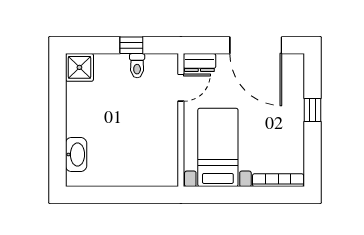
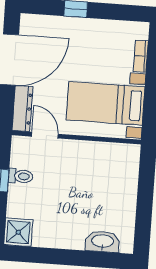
dresser: (199, 63) -> (22, 109), width x1.44
bookcase: (278, 180) -> (141, 56), width x0.64

